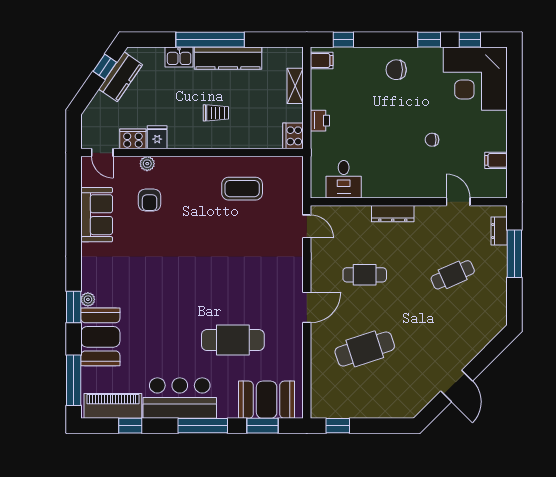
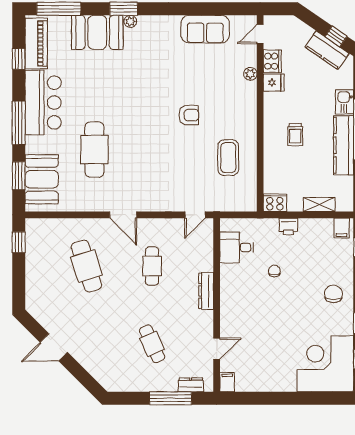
chair: (432, 140) -> (274, 271), moved
filing cabinet: (496, 160) -> (227, 382), moved
armchair: (150, 200) -> (189, 115), moved, turned 180

